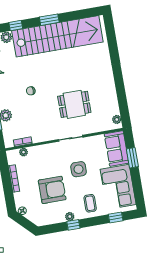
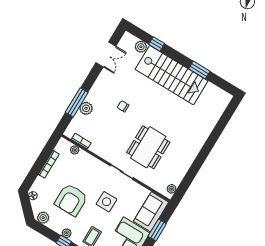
window: (49, 20) -> (199, 70), moved
stairs: (57, 36) -> (172, 75), width x0.73
dining table: (74, 104) -> (148, 147), width x1.38
armchair: (52, 190) -> (71, 200), turned 90
plant: (43, 220) -> (43, 218), added

